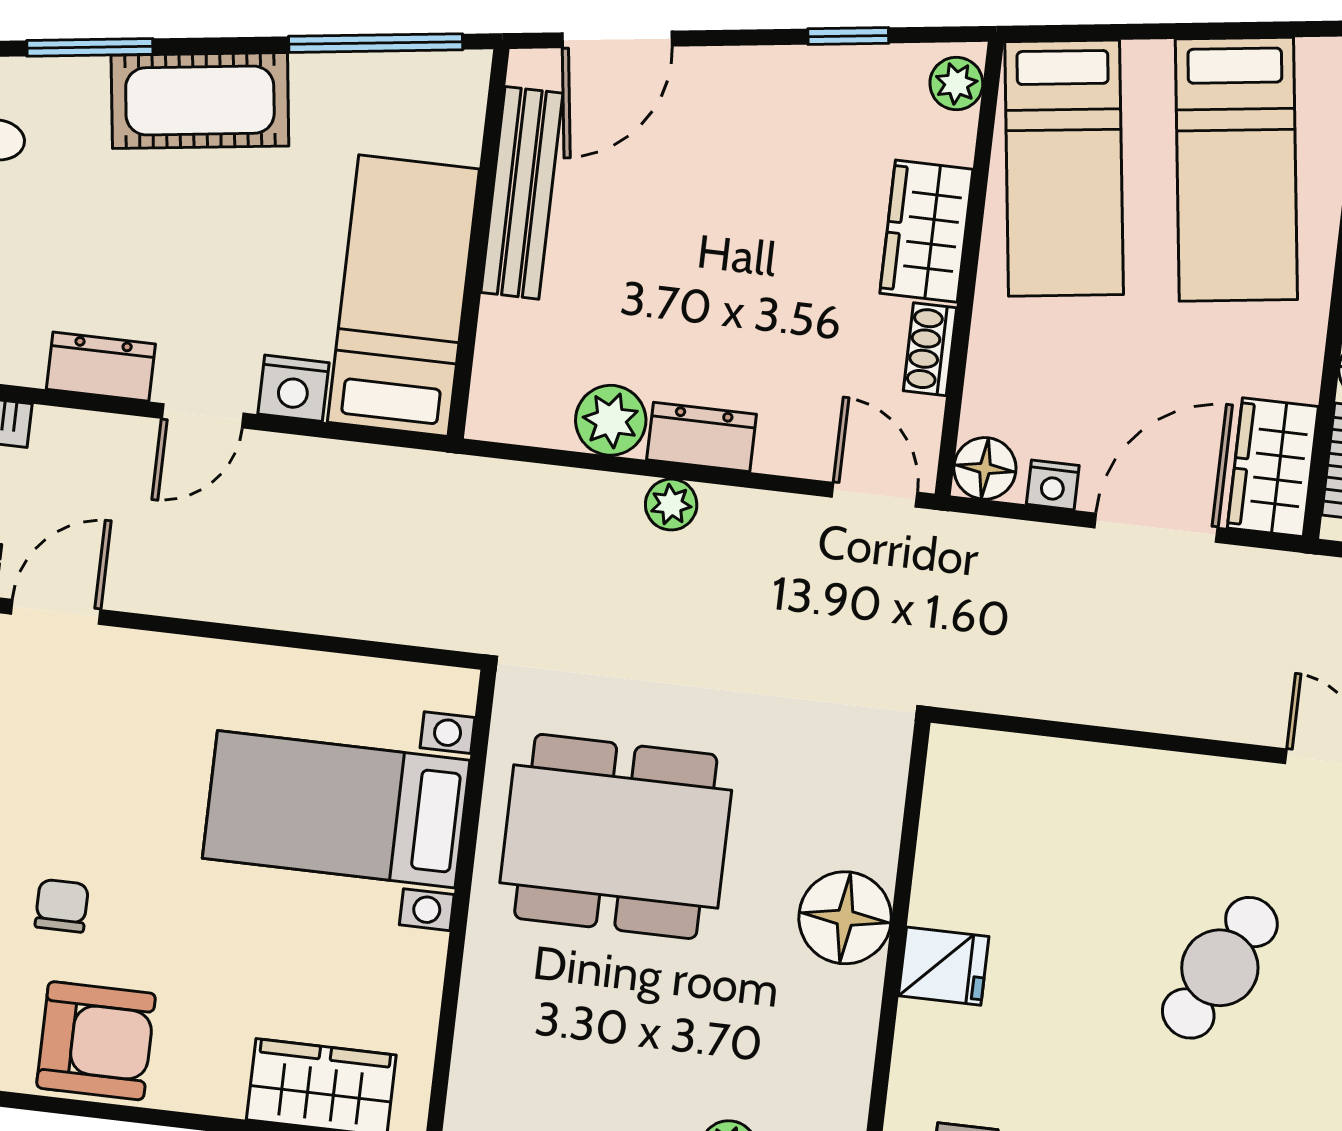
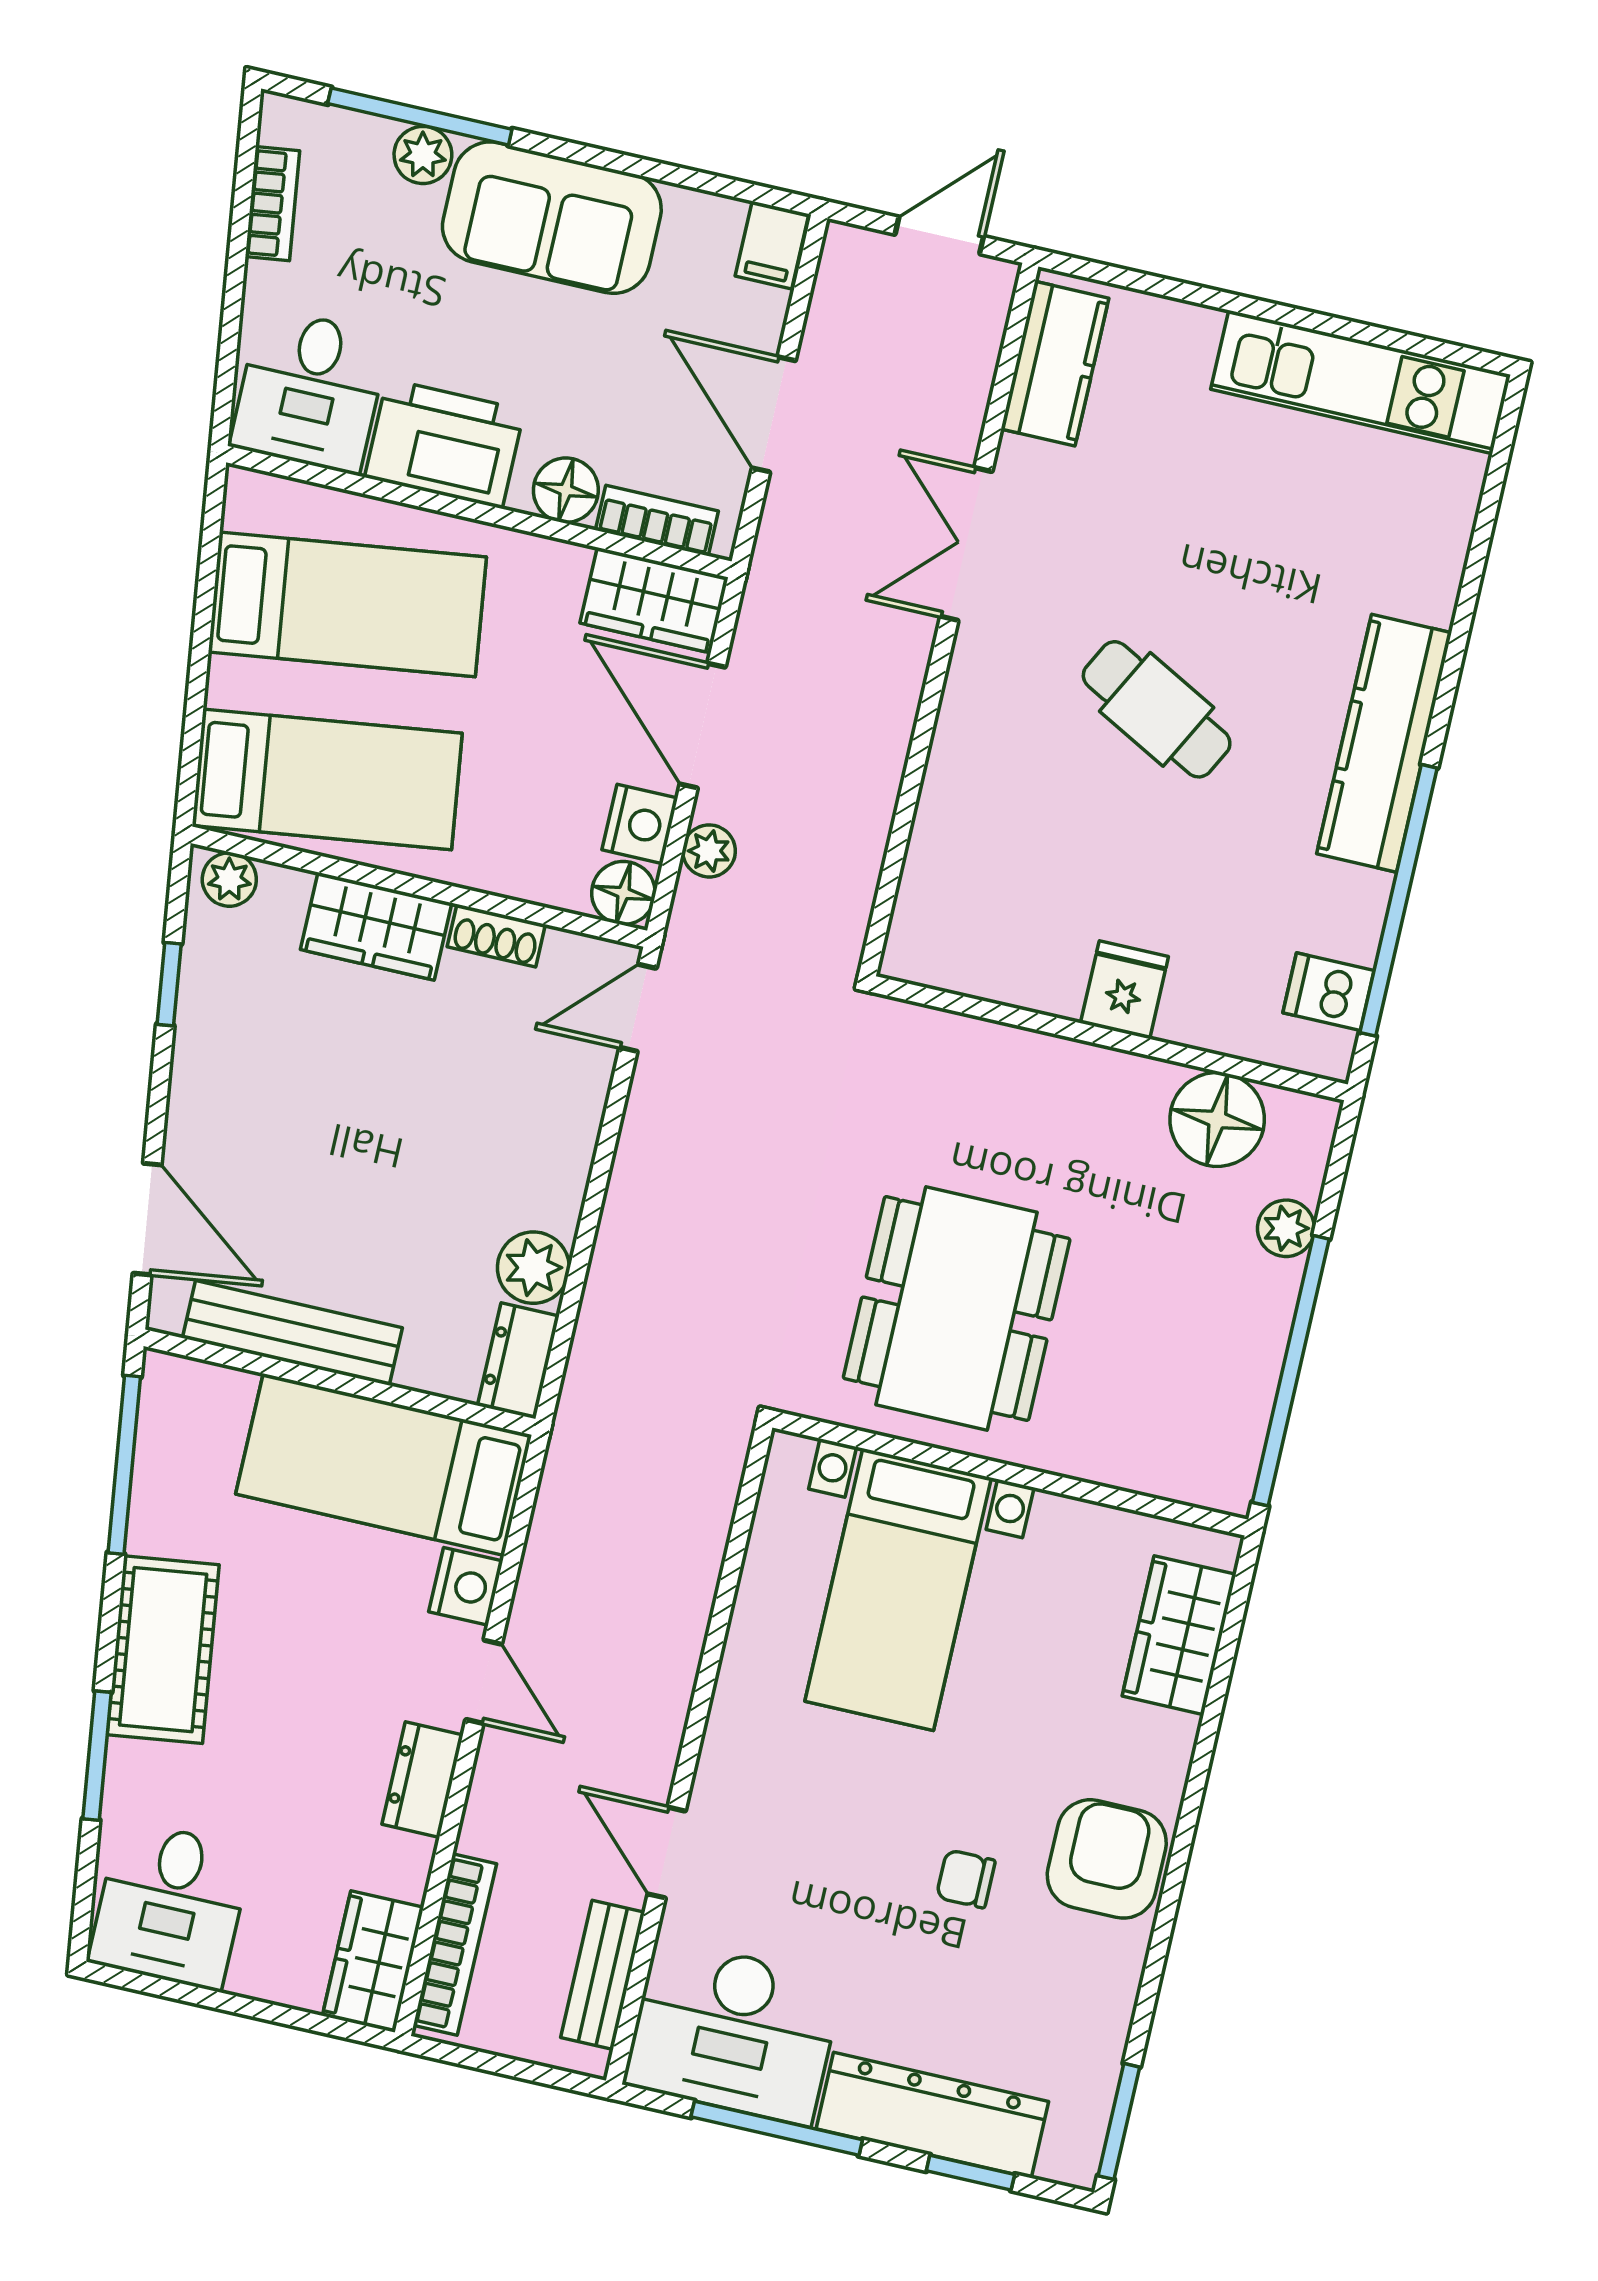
dresser: (702, 437) -> (518, 1361), moved
nightstand: (1053, 485) -> (640, 824), width x1.39, depth x1.35
plant: (671, 505) -> (709, 851), moved
floor lamp: (845, 918) -> (1217, 1119), moved

